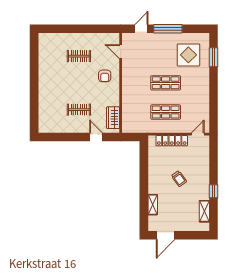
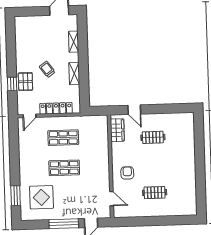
pallet: (201, 167) -> (25, 82), added
window: (213, 191) -> (12, 84), moved
shelving: (204, 211) -> (74, 74), moved

